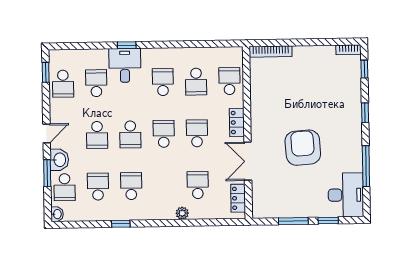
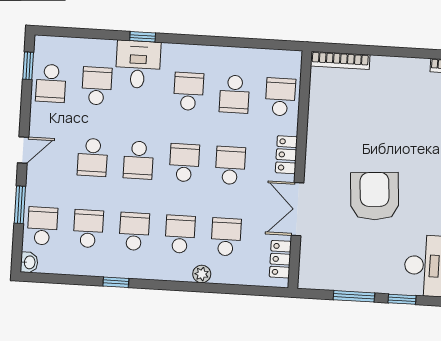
washbasin: (59, 160) -> (38, 188), removed
school desk: (164, 186) -> (180, 234), added
school desk: (65, 187) -> (42, 226), turned 180

